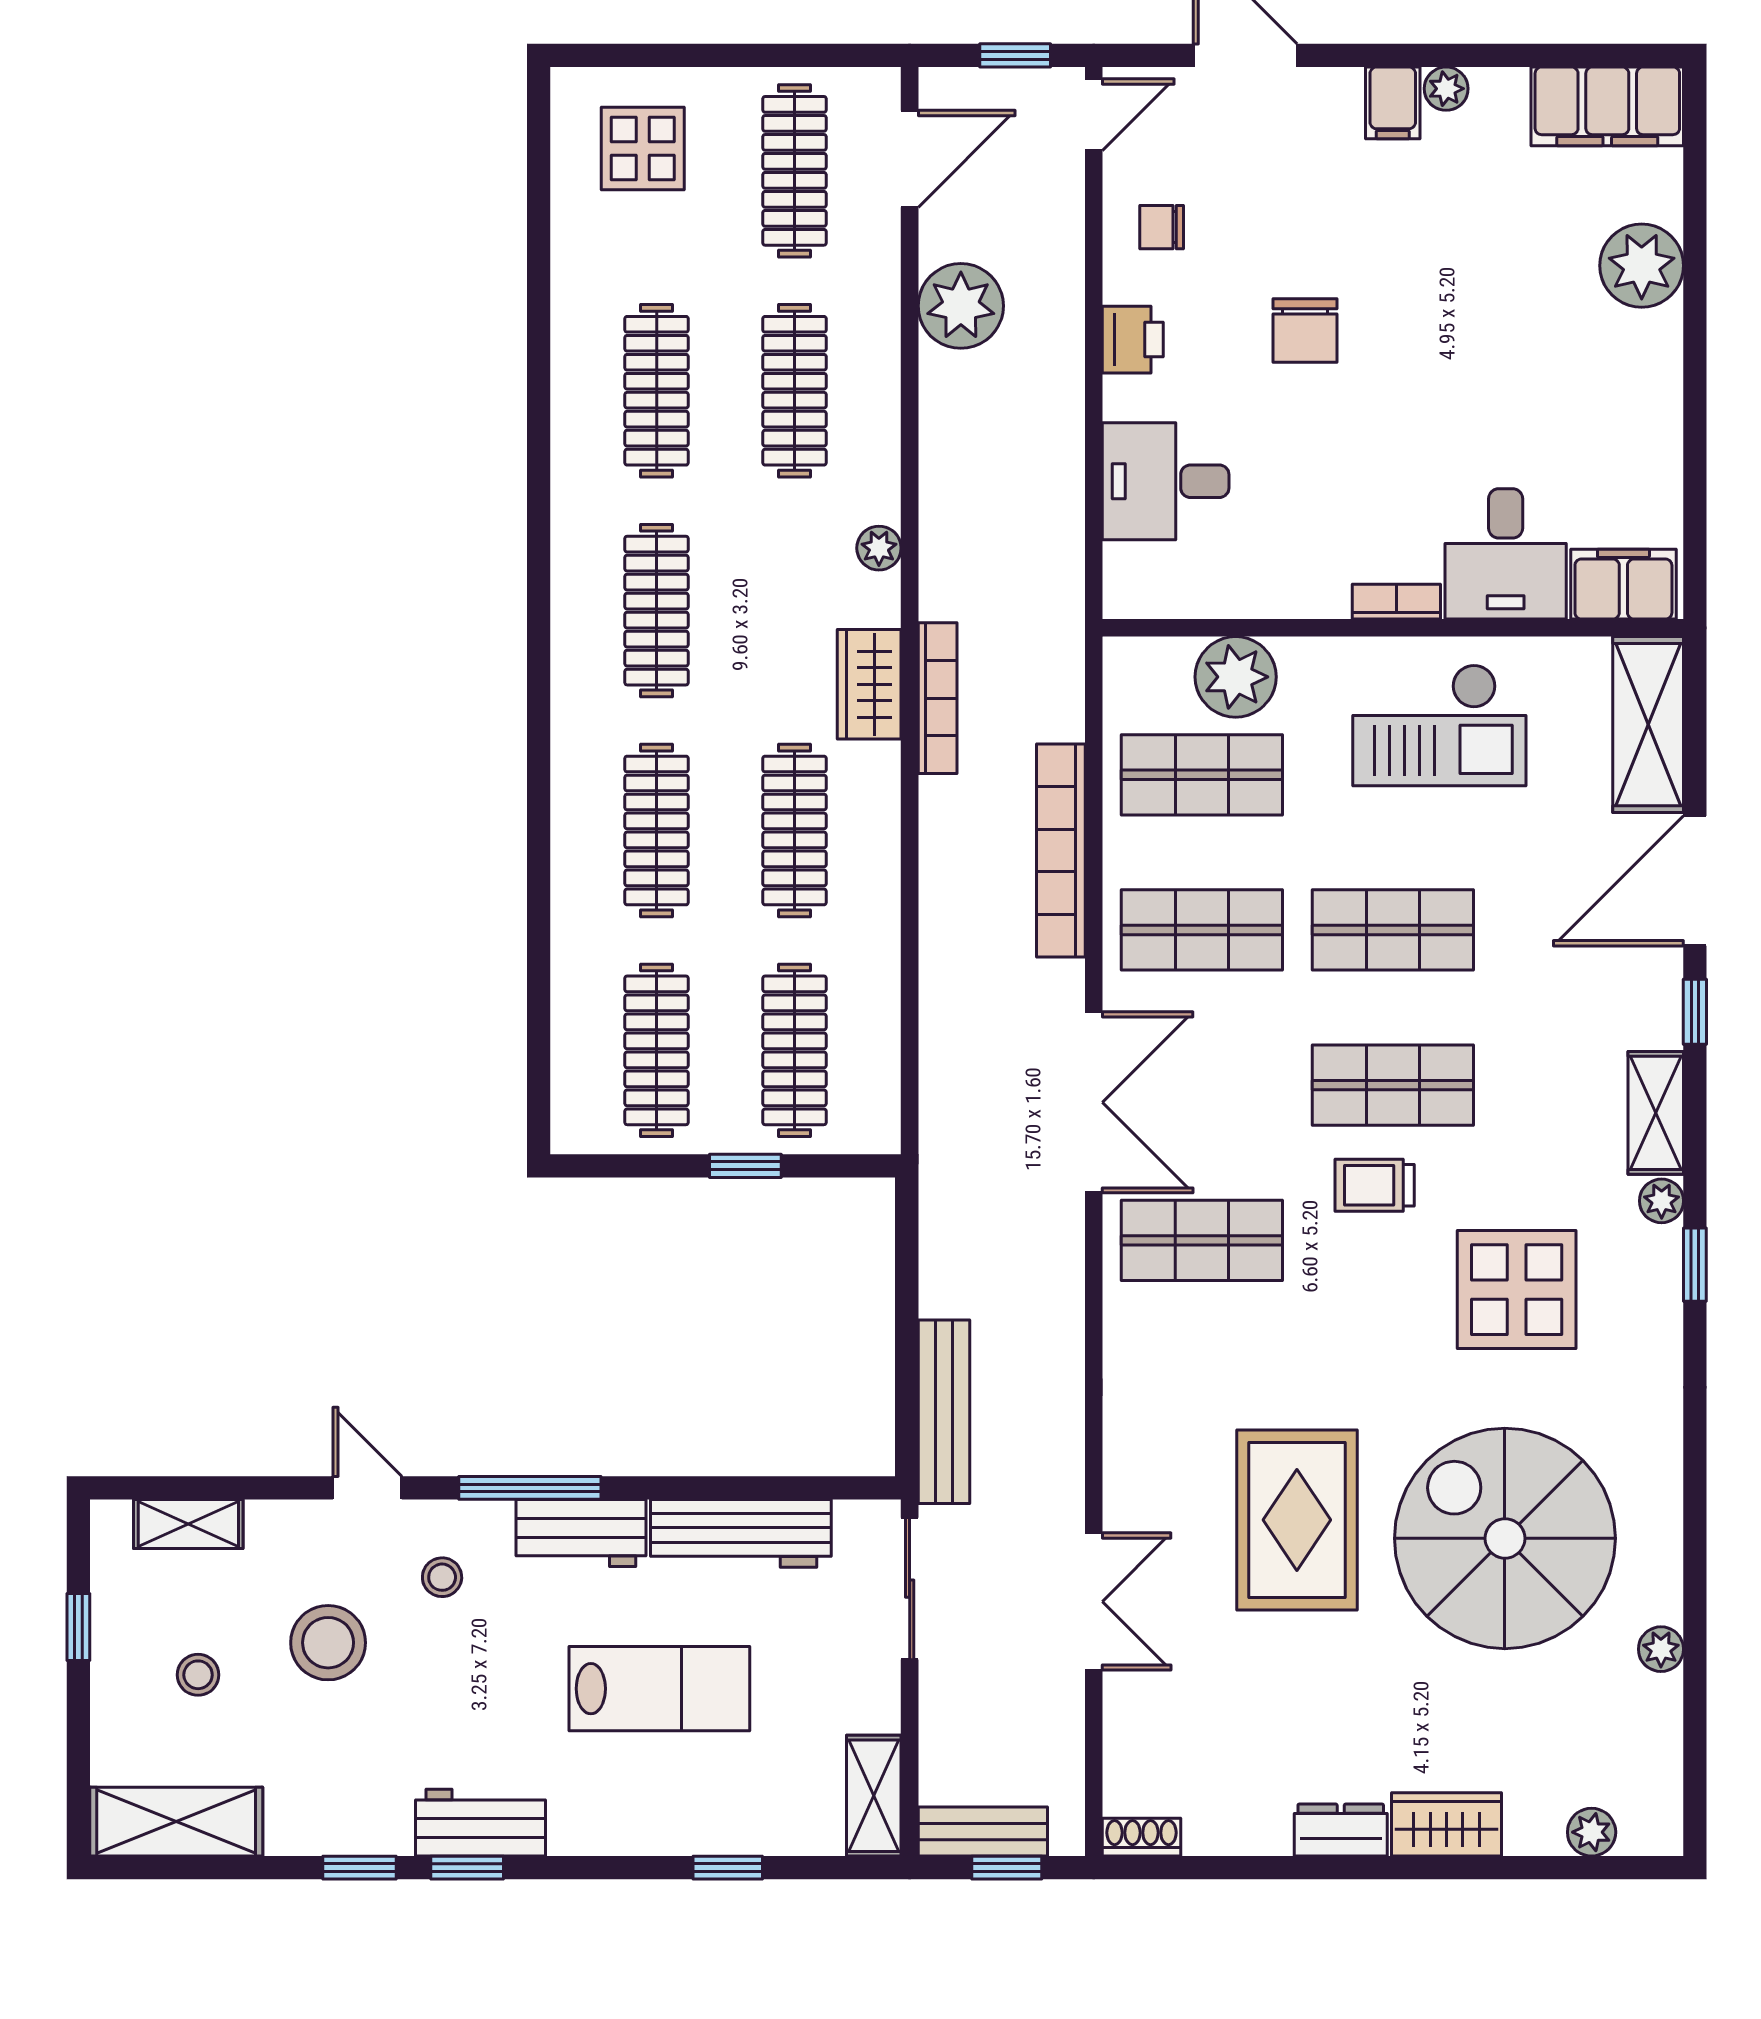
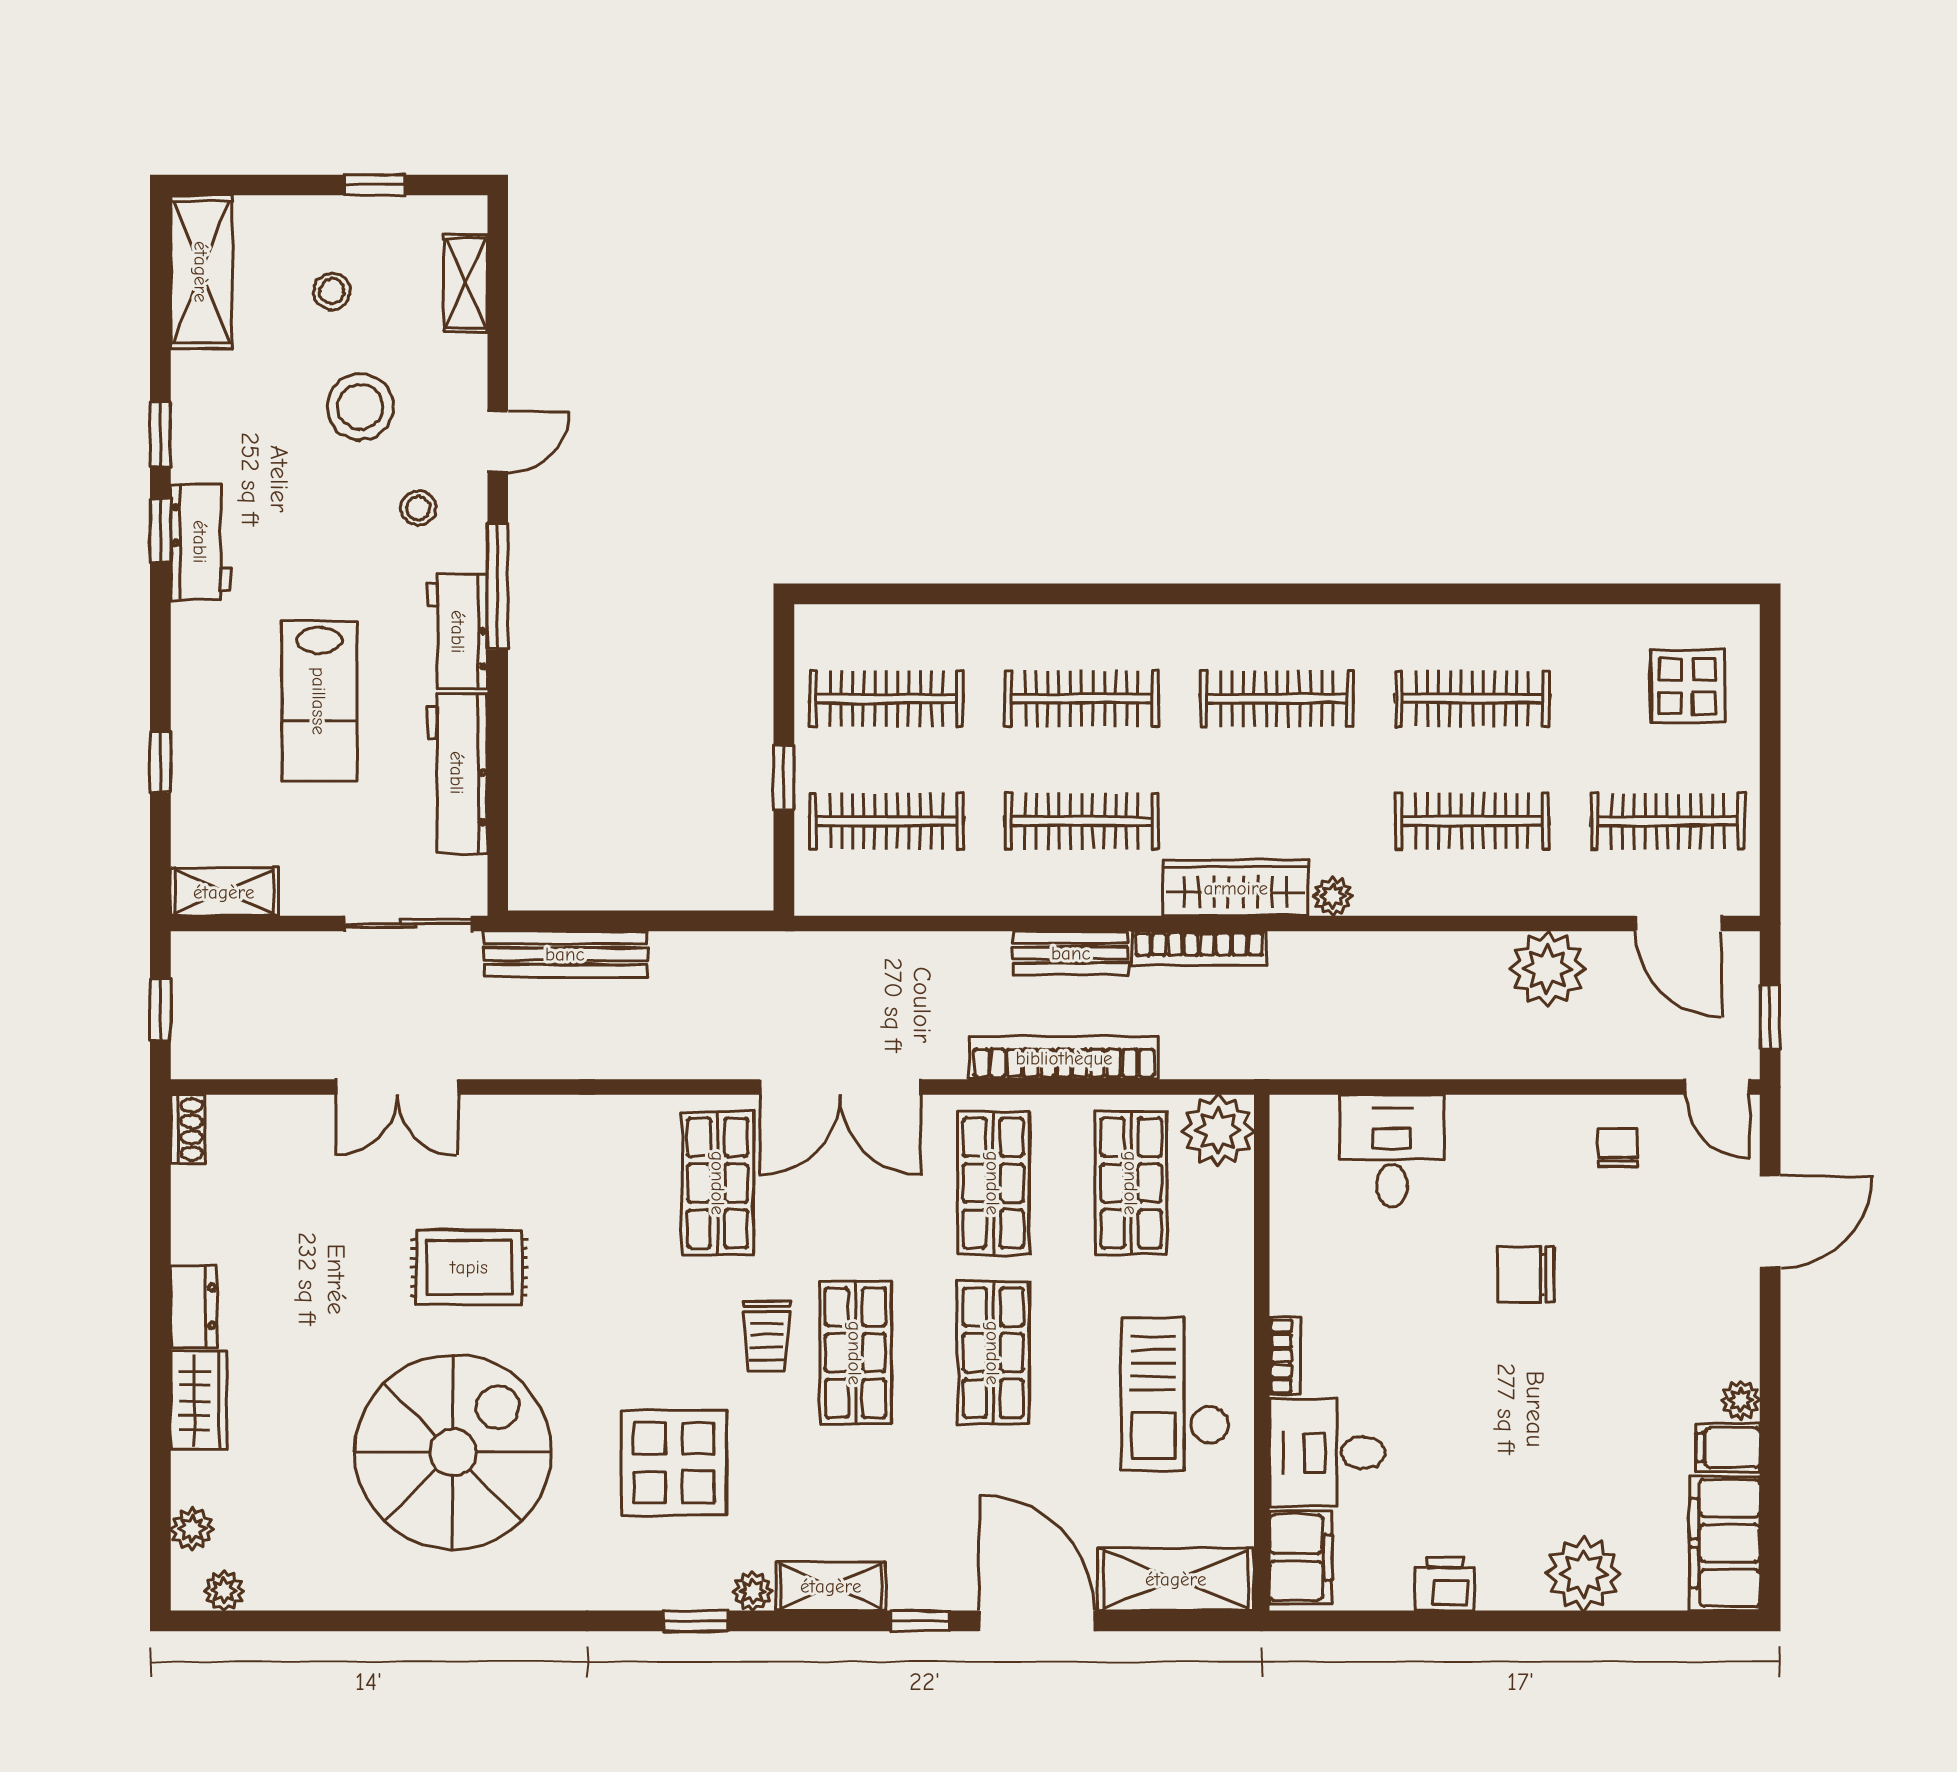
filing cabinet: (1393, 103) -> (1728, 1447), moved
printer: (1133, 340) -> (1445, 1584), moved, turned 180
plant: (1236, 677) -> (1218, 1131), moved
wardrobe: (869, 684) -> (1236, 888), width x1.50
trolley: (1375, 1185) -> (767, 1336), turned 180
rug: (1297, 1520) -> (469, 1267), width x0.73, depth x0.70
plant: (1661, 1649) -> (224, 1591), moved
bench: (983, 1831) -> (1071, 953), moved, turned 90

